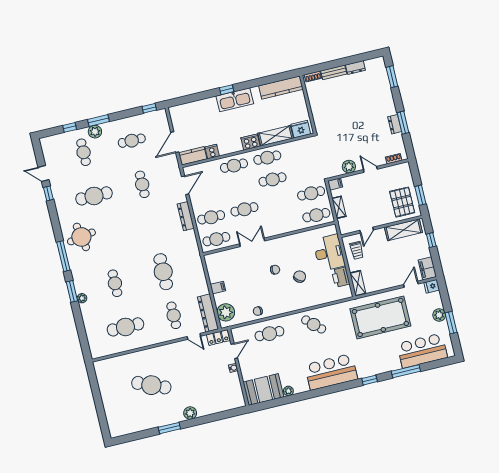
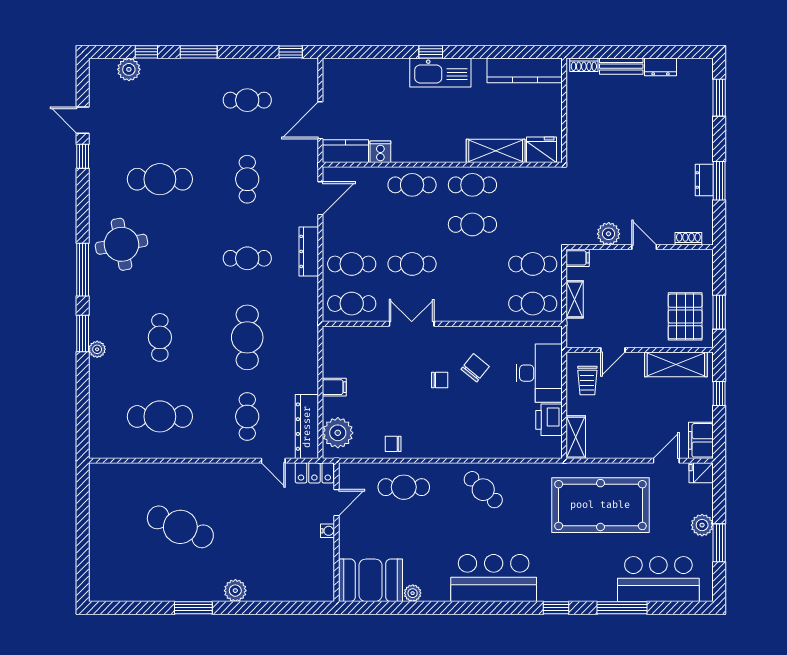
plant: (95, 132) -> (129, 69), moved
cooker: (250, 142) -> (450, 151), removed
cafe table: (84, 152) -> (247, 258), moved, turned 90
chair: (300, 277) -> (475, 368), moved

